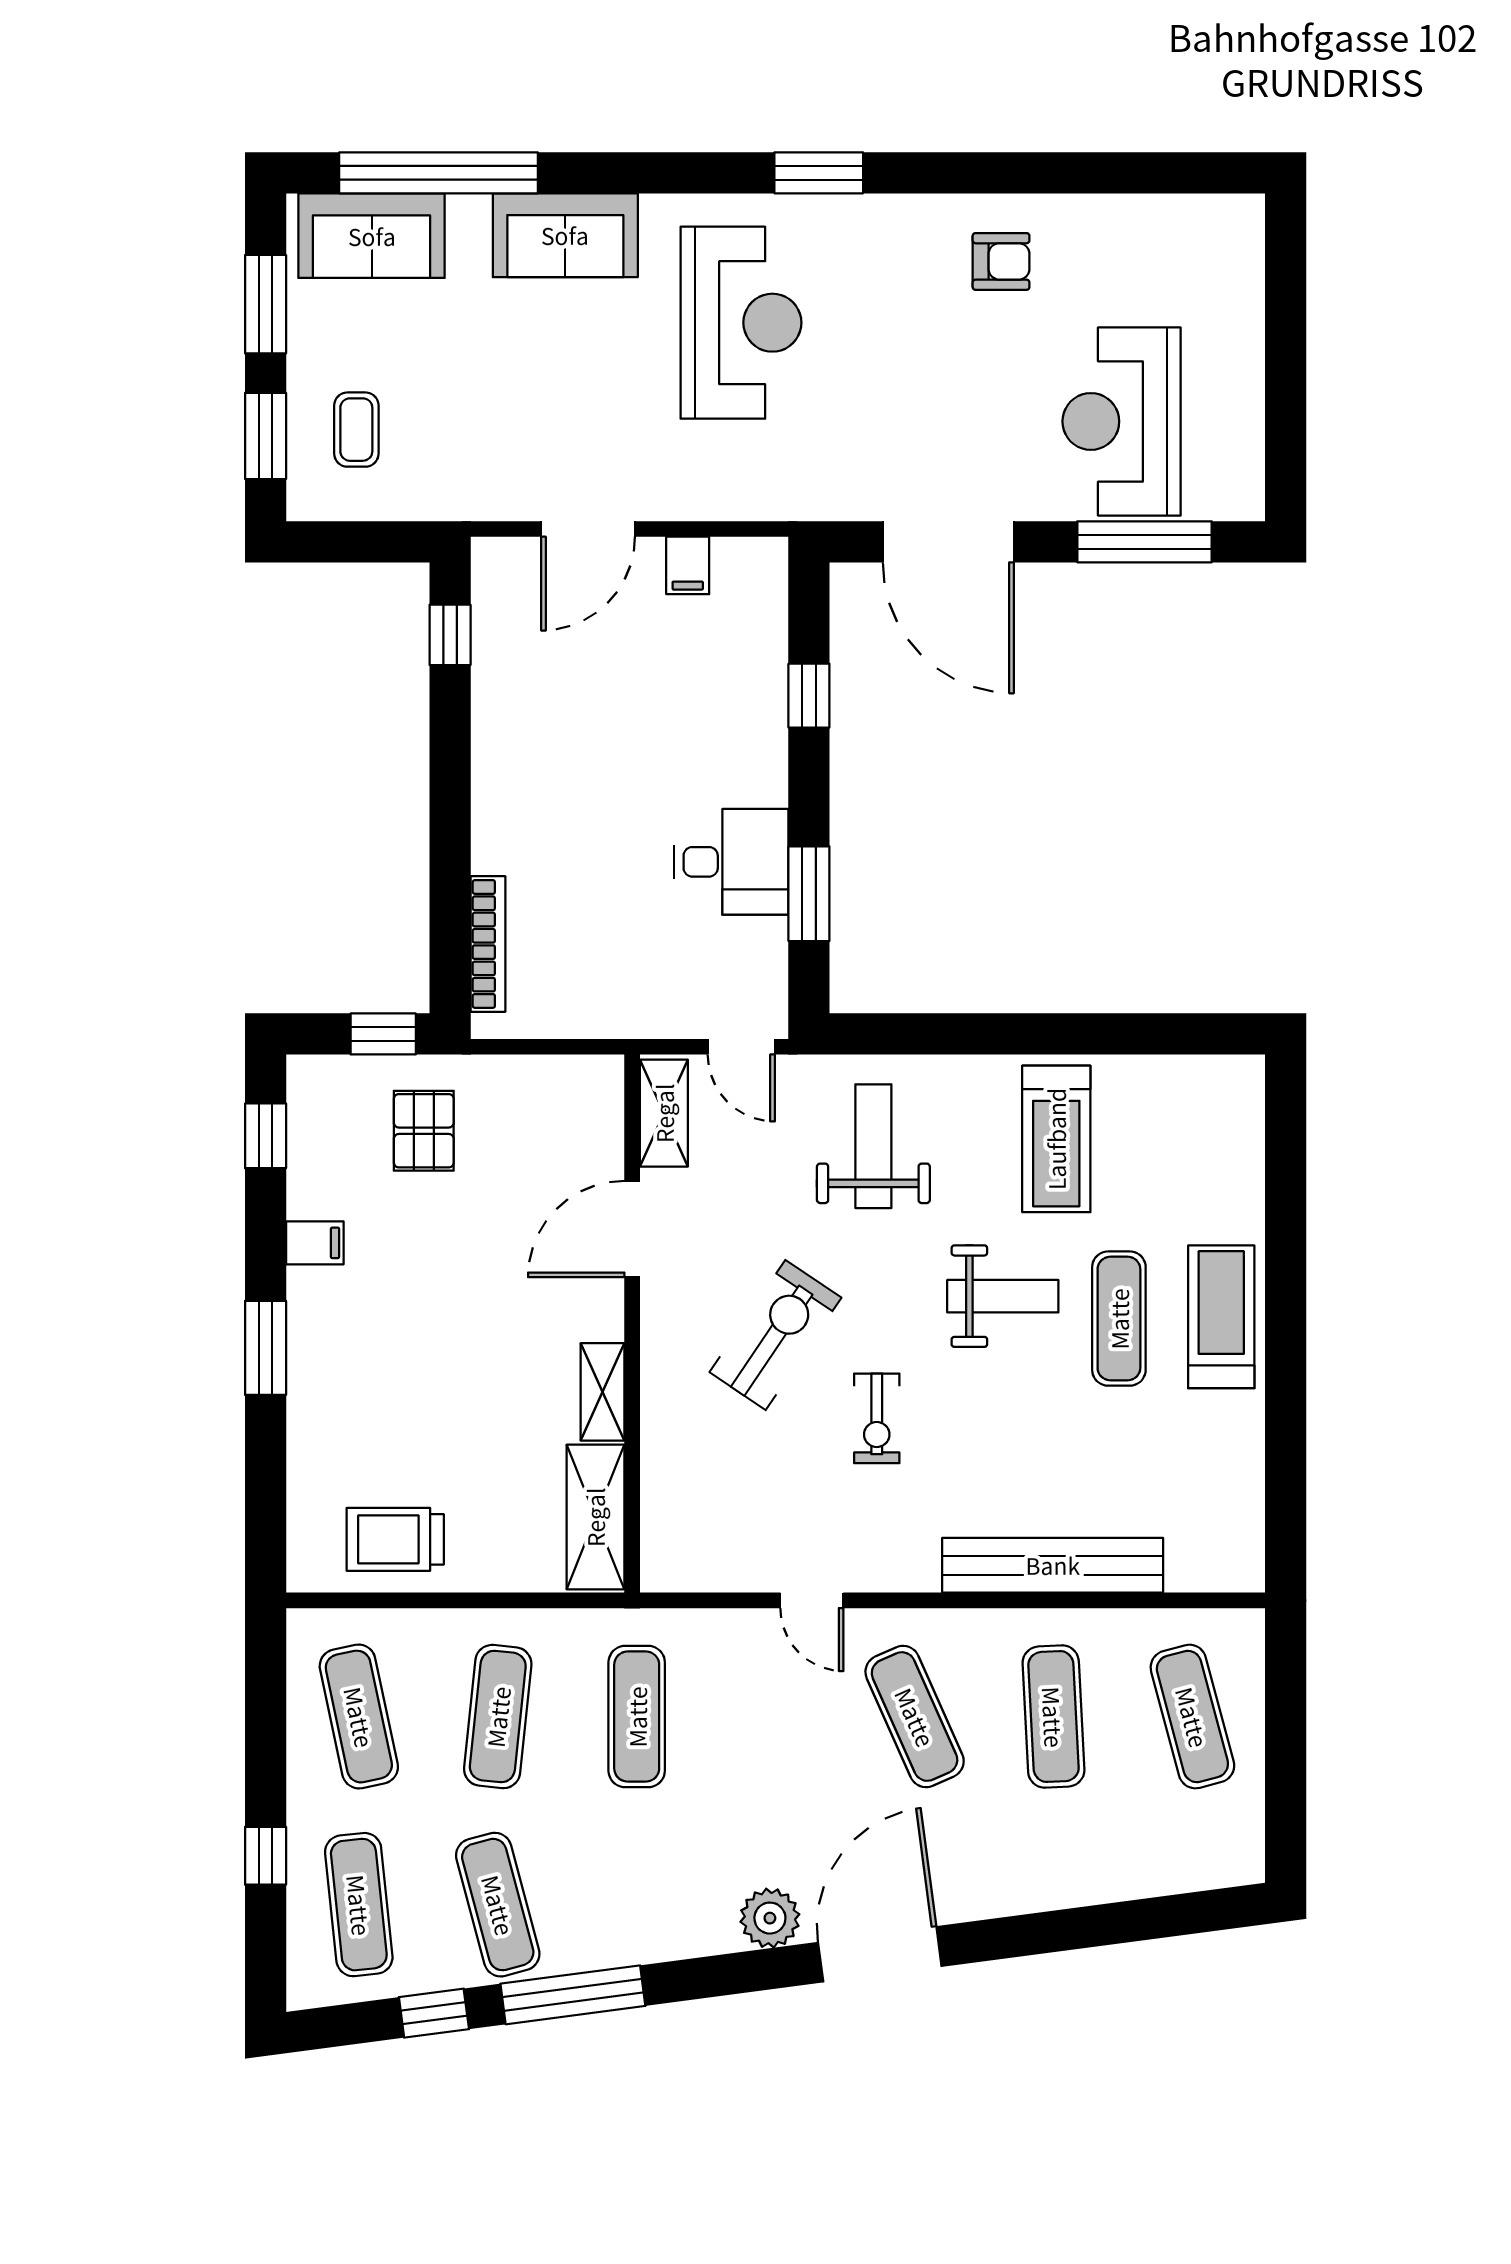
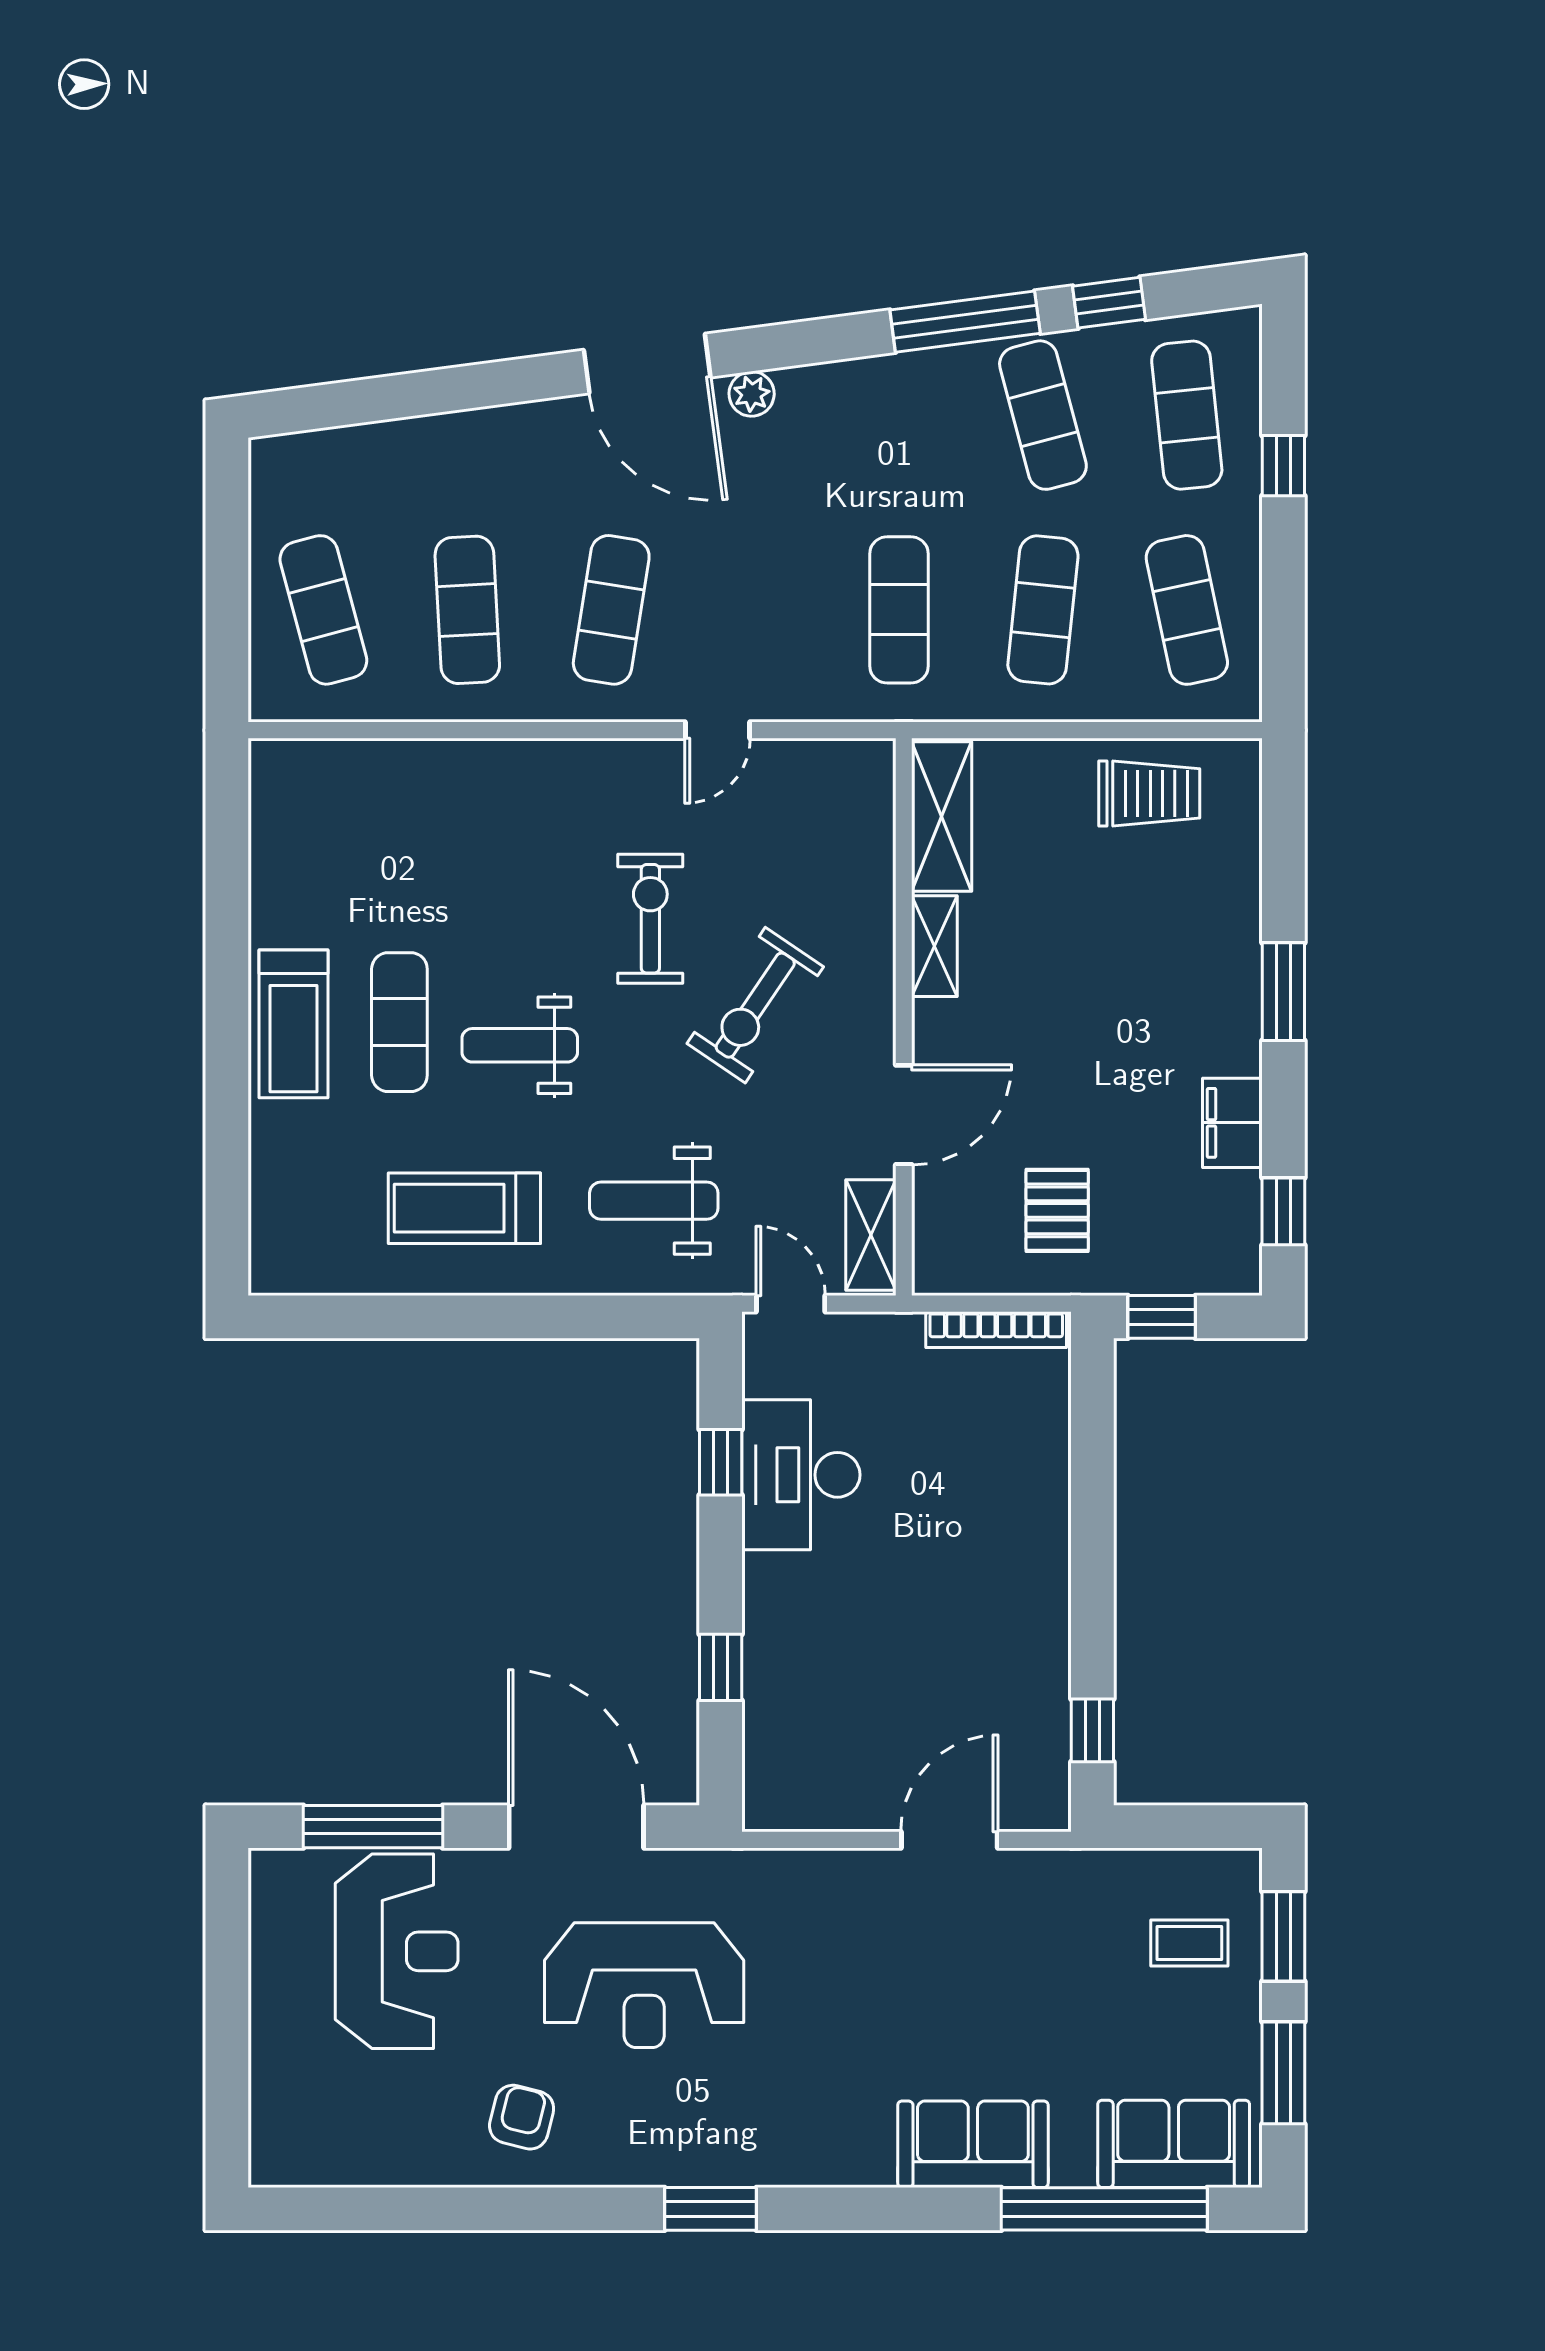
armchair: (1001, 261) -> (522, 2117), turned 104
reception desk: (741, 323) -> (644, 1985), moved, turned -90
coffee table: (356, 430) -> (1189, 1943), turned 90
filing cabinet: (688, 565) -> (846, 1802), removed
desk: (731, 862) -> (801, 1475), width x1.37
window: (809, 894) -> (721, 1462), width x0.67
bookcase: (488, 944) -> (996, 1330), moved, turned -90
pallet: (424, 1131) -> (1057, 1210), moved
treadmill: (1056, 1139) -> (464, 1208), turned -90
weight bench: (873, 1146) -> (654, 1201), turned 90
filing cabinet: (315, 1243) -> (1232, 1123), width x2.00
exercise bike: (877, 1418) -> (650, 919), width x1.38, depth x1.39
bench: (1053, 1565) -> (468, 767), removed
door: (812, 1600) -> (717, 730), swing flipped
exercise mat: (915, 1717) -> (611, 610), turned 33
plant: (770, 1918) -> (752, 394), width x0.73, depth x0.73
door: (880, 1954) -> (647, 364), hinge flipped

